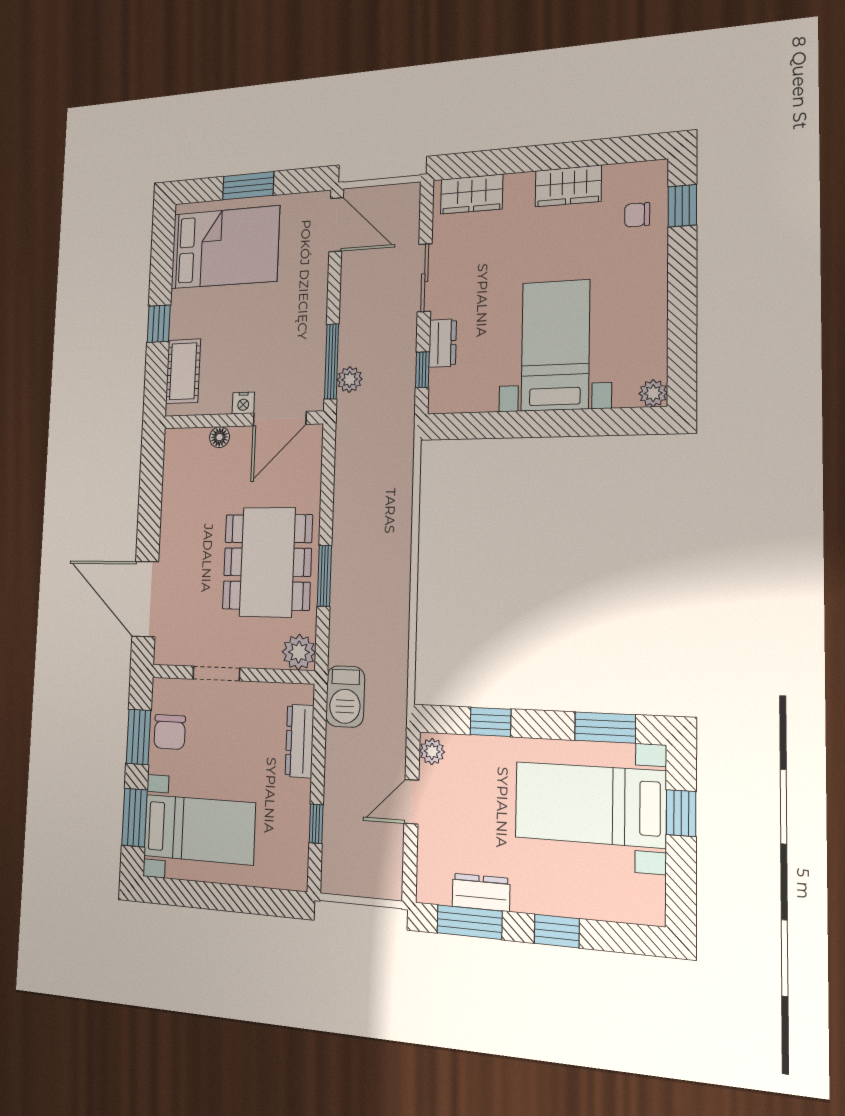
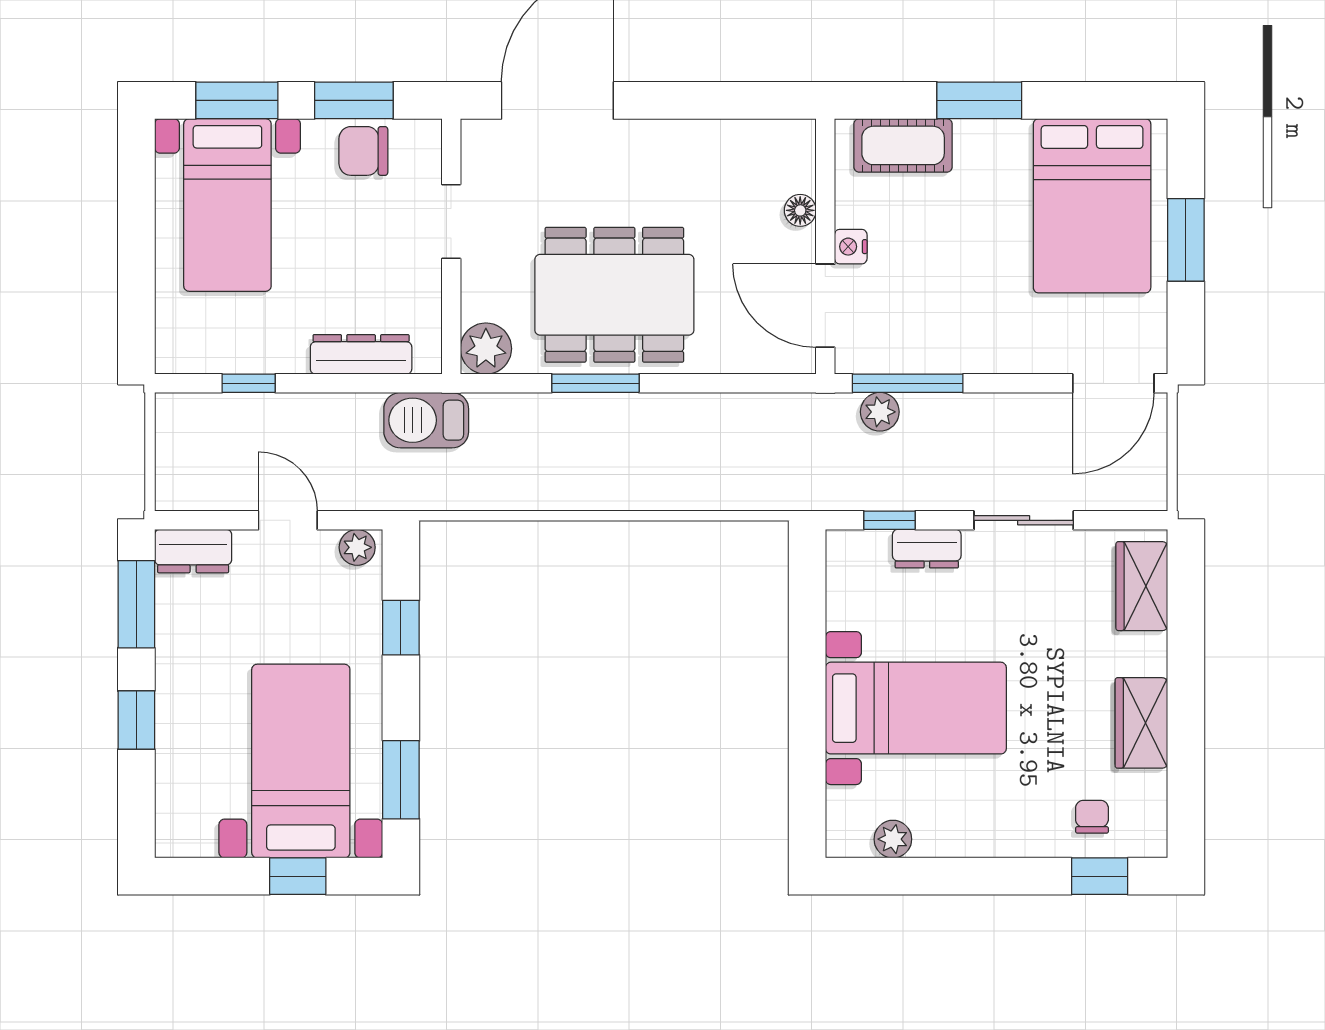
window: (159, 324) -> (979, 100), width x1.50
plant: (653, 393) -> (893, 839), moved
dresser: (481, 892) -> (193, 551), moved, turned 90

